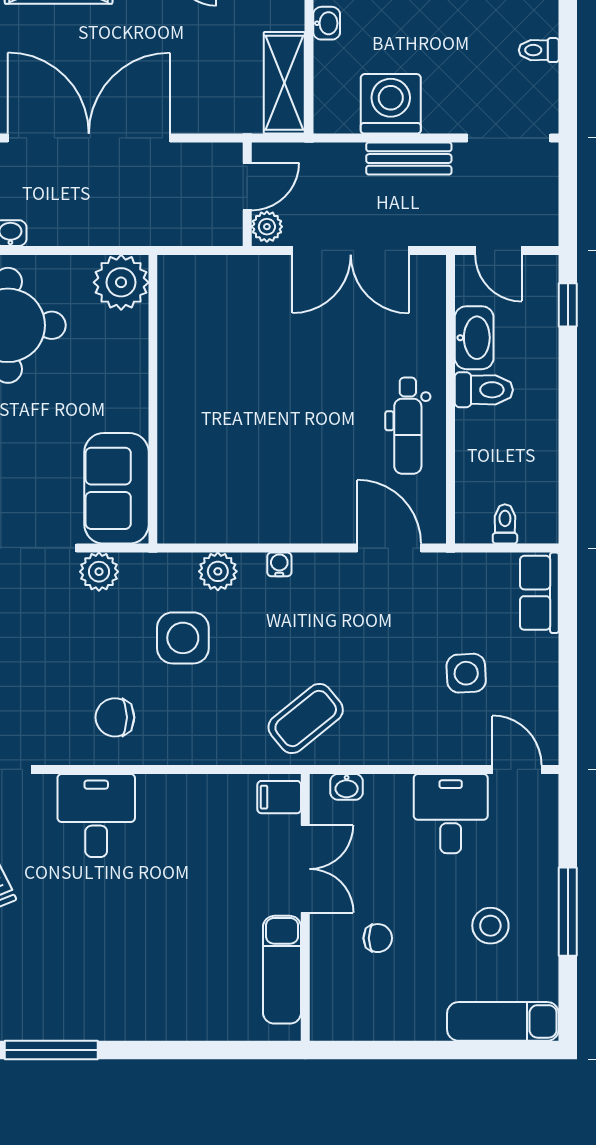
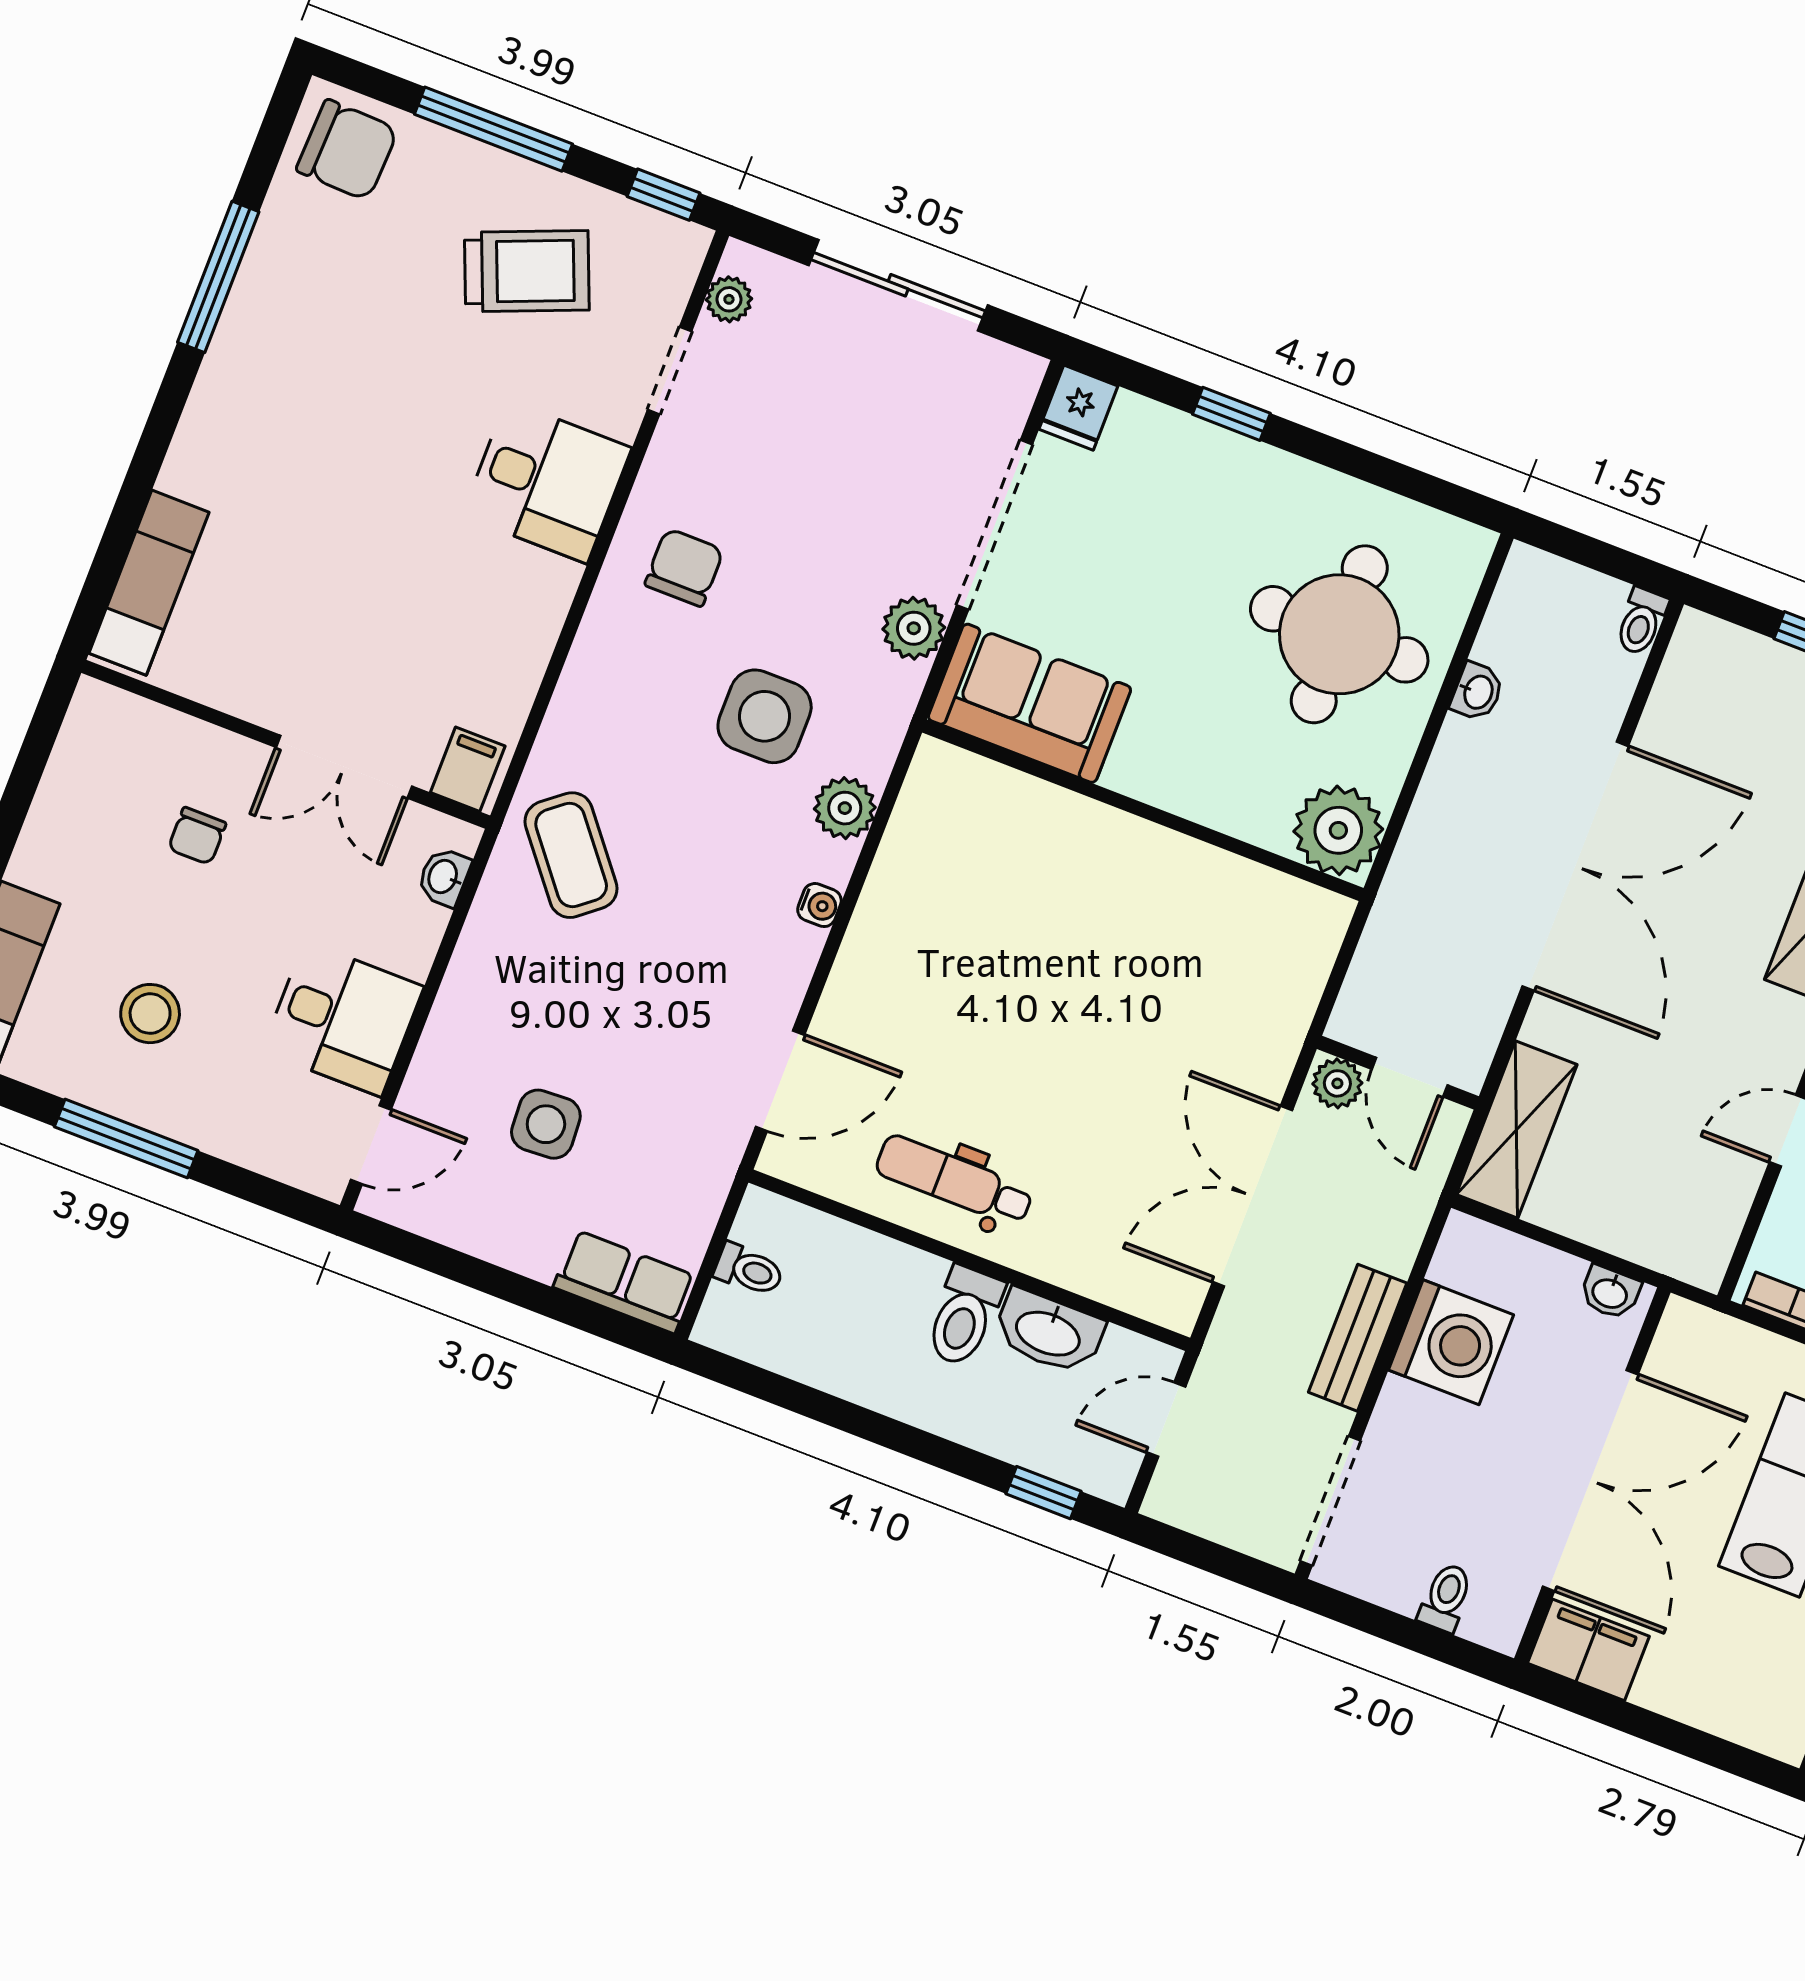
shelving: (284, 83) -> (1517, 1130), moved, turned 90
exam couch: (282, 970) -> (149, 583), moved, turned 90

